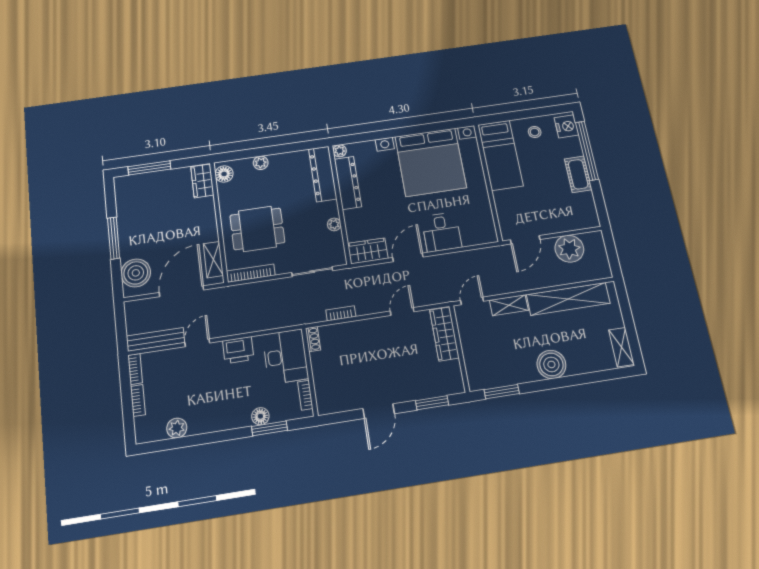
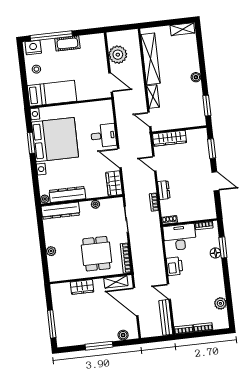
window: (423, 129) -> (31, 143), added
floor lamp: (224, 174) -> (58, 275), removed
wardrobe: (202, 181) -> (82, 287), moved
boiler: (136, 273) -> (123, 335), width x0.54, depth x0.54
dresser: (361, 328) -> (164, 190), added
boiler: (551, 364) -> (196, 77), width x0.54, depth x0.54

